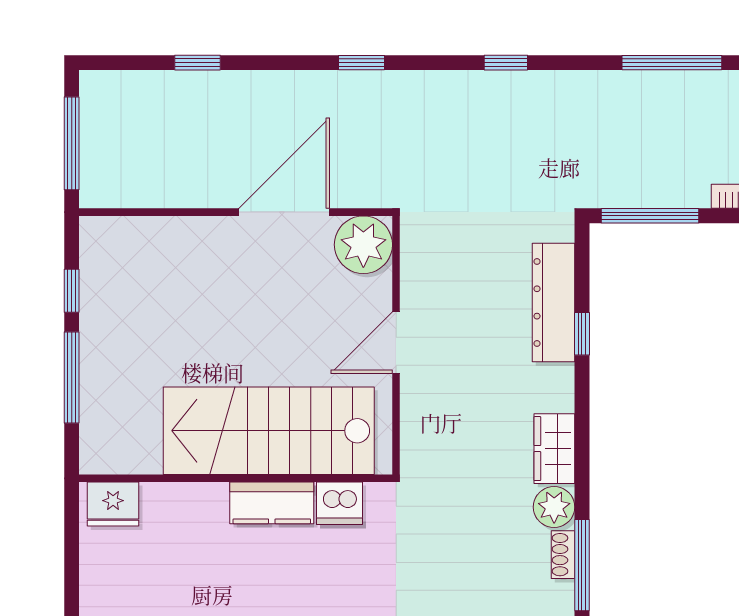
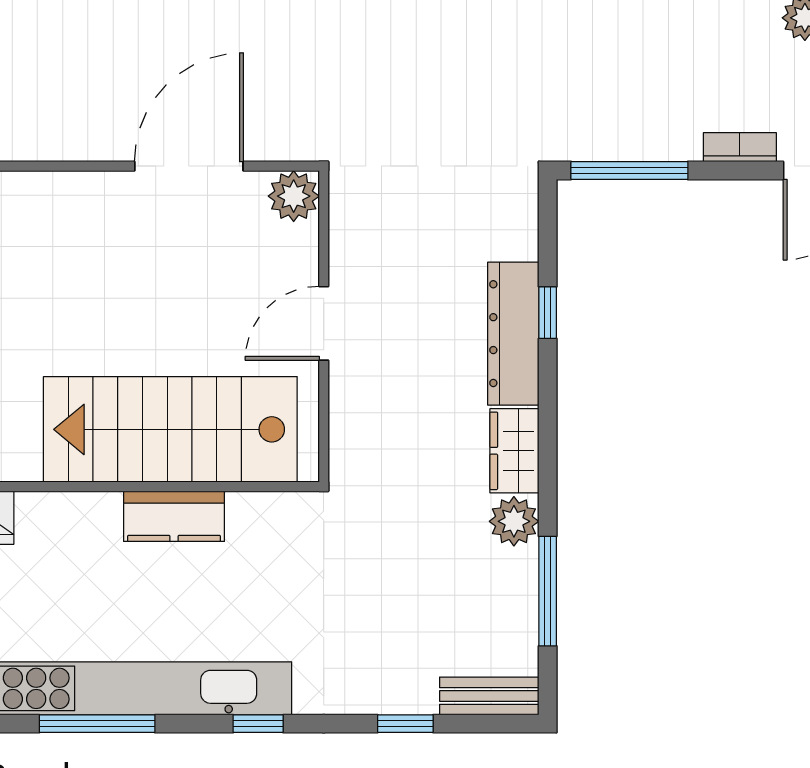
plant: (363, 245) -> (294, 196), width x0.73, depth x0.73
dresser: (554, 302) -> (513, 334), moved
dishwasher: (339, 503) -> (255, 517), removed
shoe rack: (563, 555) -> (525, 579), removed

